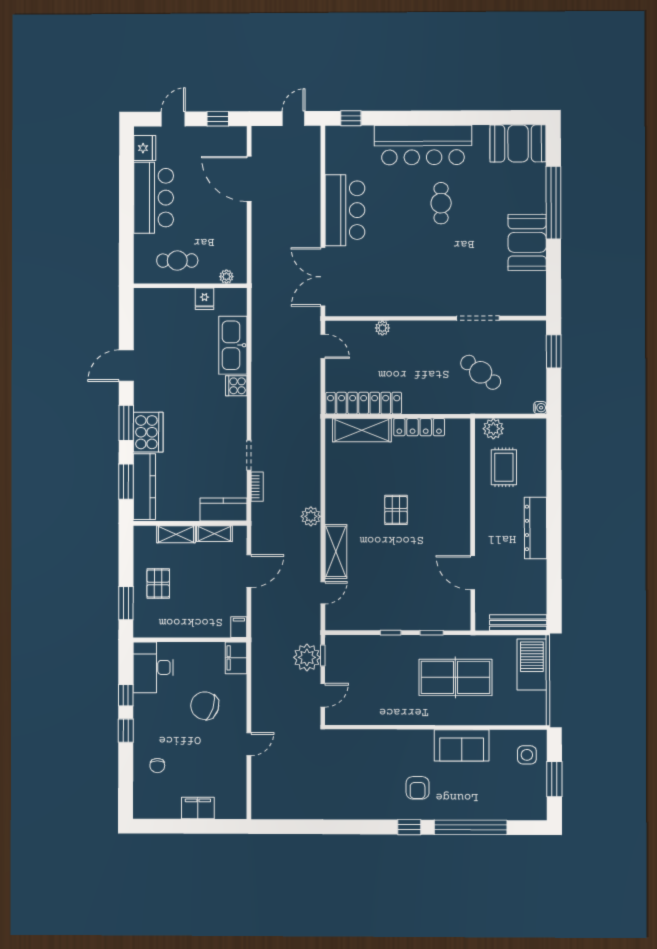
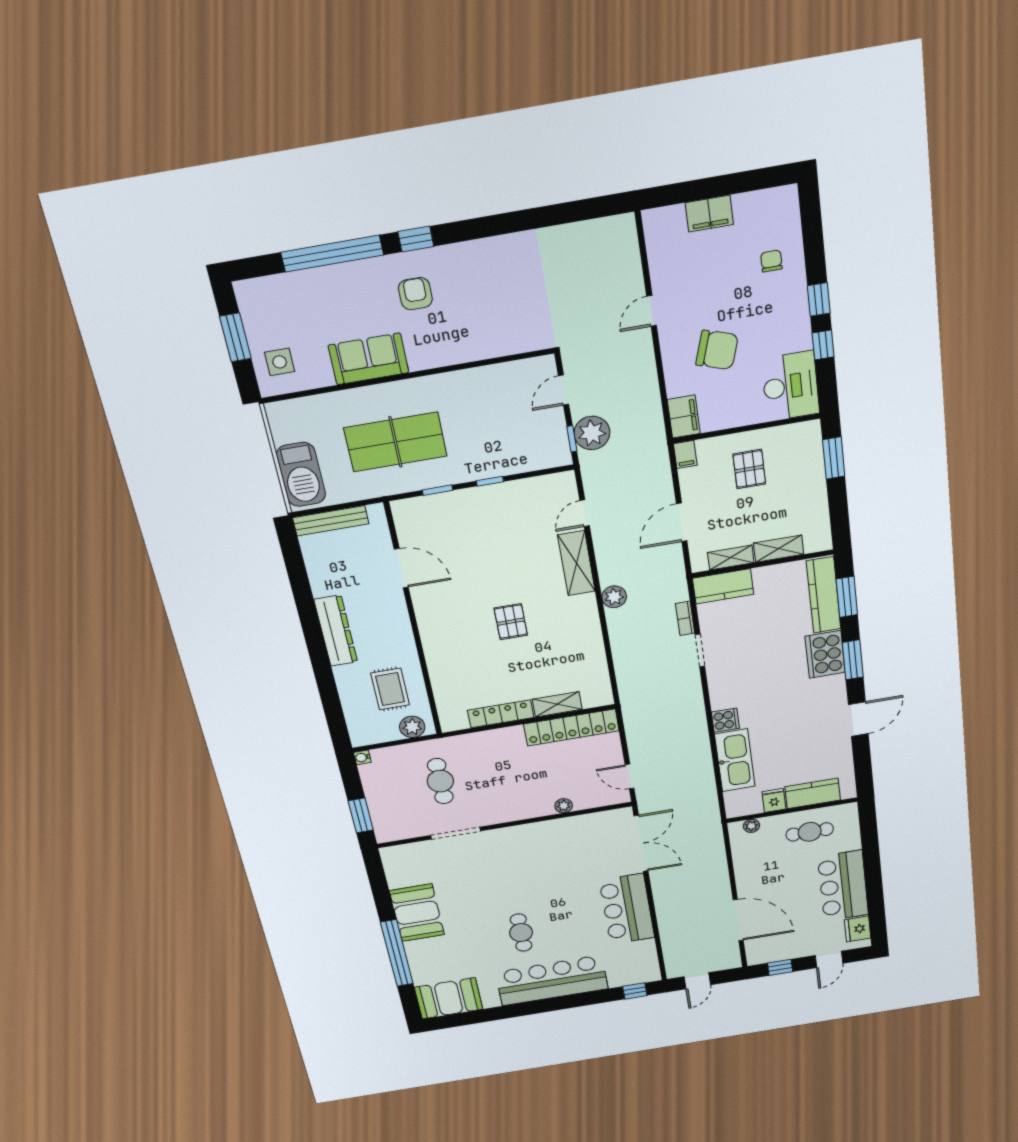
kitchen counter: (171, 299) -> (813, 793), added
cafe table: (481, 372) -> (440, 781), turned 52
shelving: (362, 430) -> (557, 704), width x0.67, depth x0.75
pallet: (158, 584) -> (749, 469), moved

